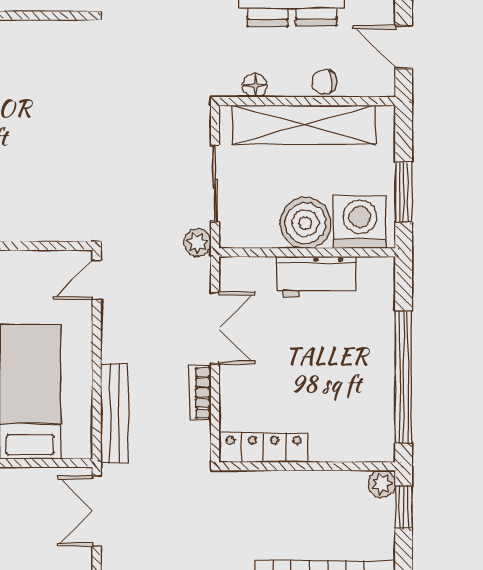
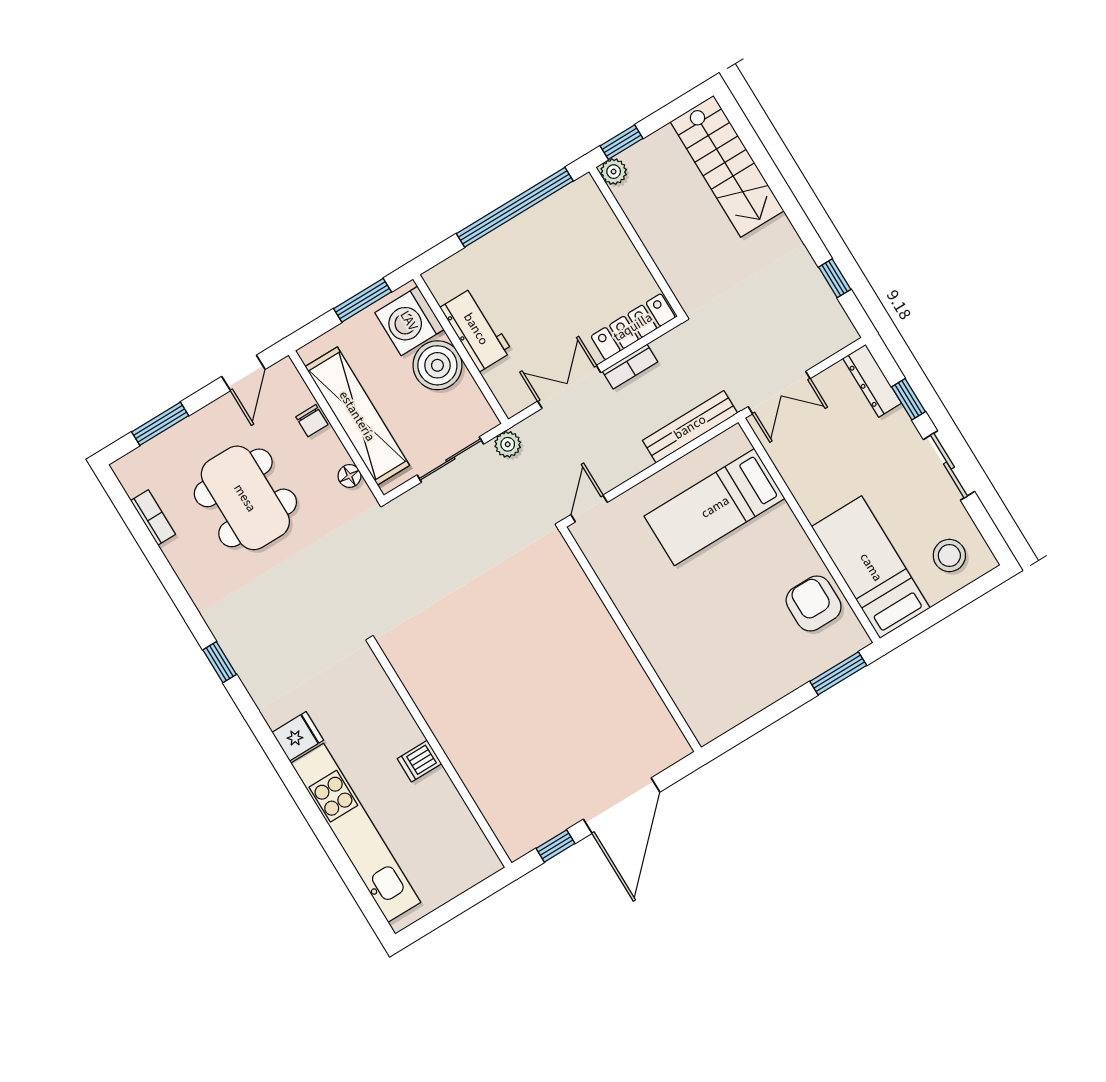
door: (97, 280) -> (589, 508), swing flipped
locker: (264, 448) -> (633, 327), moved, turned 90

